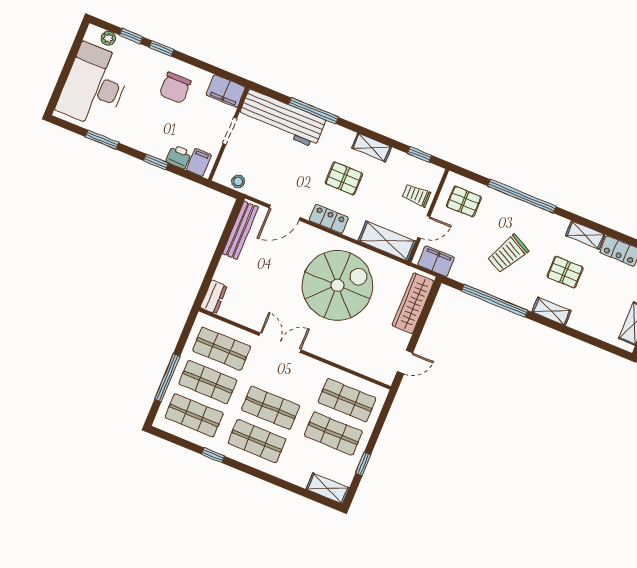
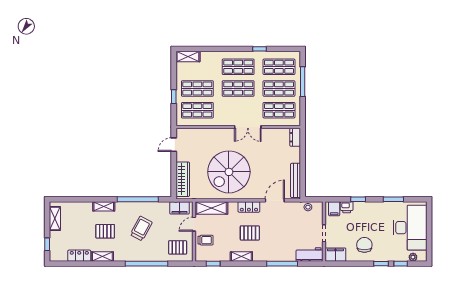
workbench: (282, 118) -> (310, 254), width x0.53, depth x0.76
window: (363, 464) -> (174, 97), moved

